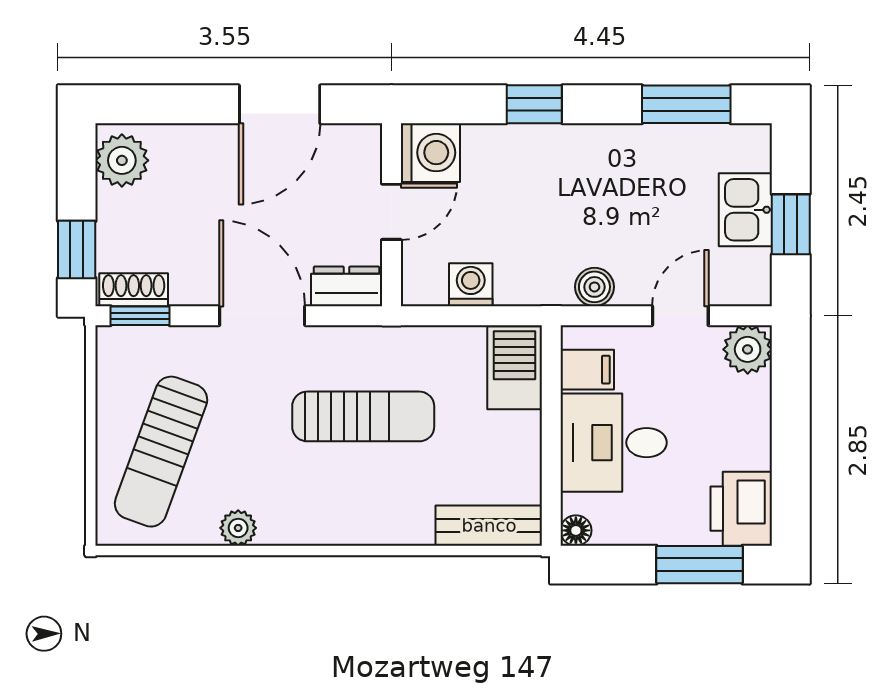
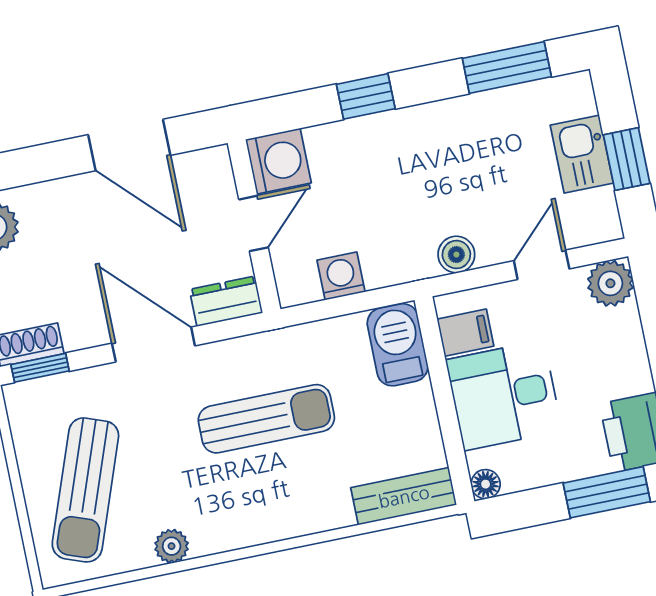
door: (280, 104) -> (129, 145), hinge flipped

